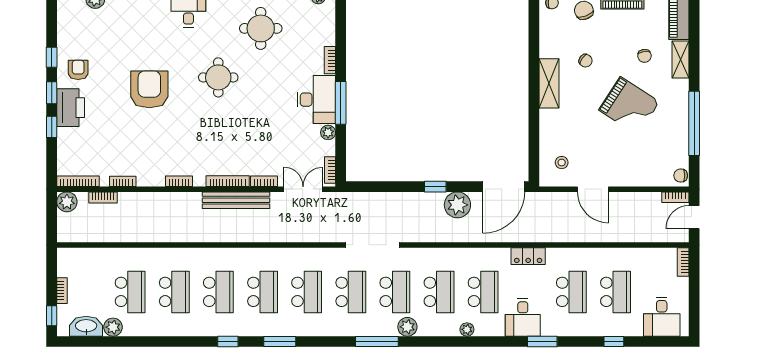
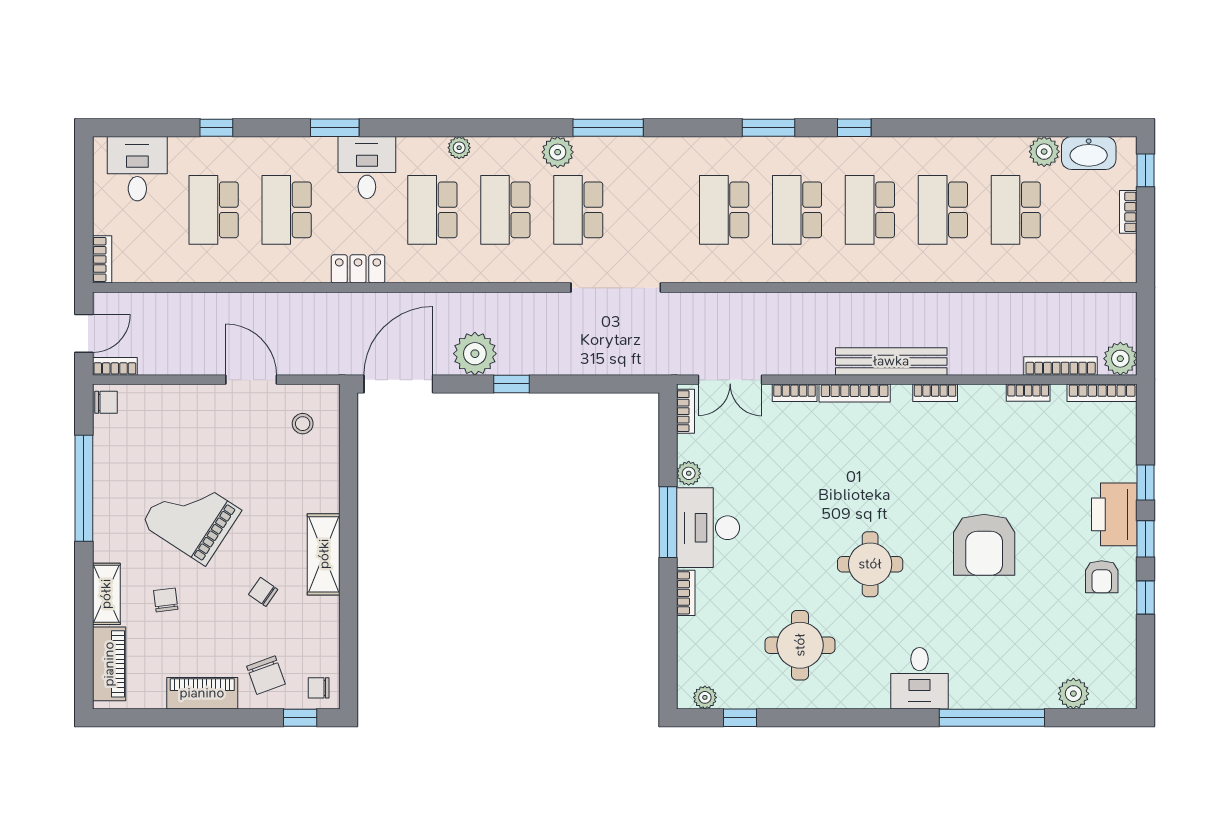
bookcase: (103, 197) -> (1061, 366), width x1.56
bench: (236, 200) -> (891, 361), moved
school desk: (351, 292) -> (651, 210), removed

